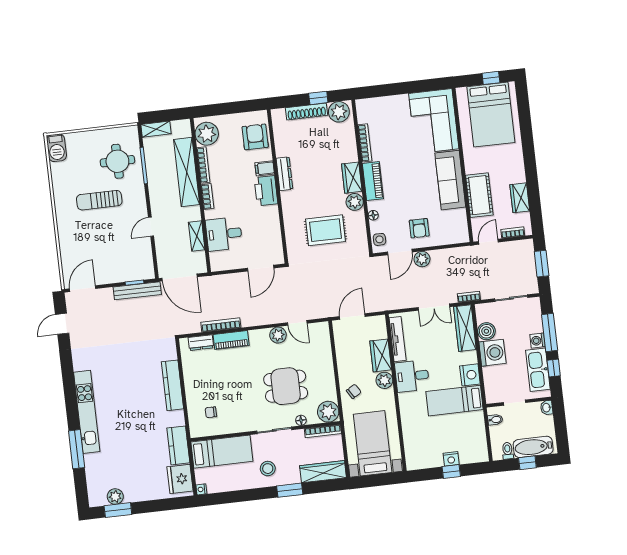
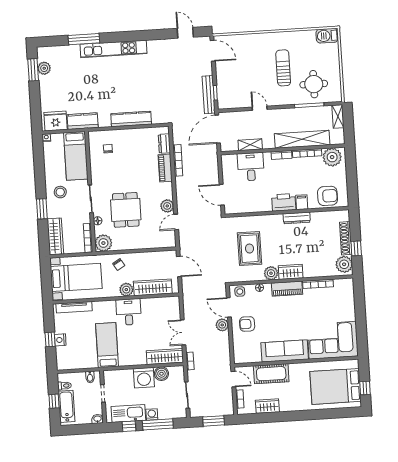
tv unit: (398, 339) -> (74, 307), moved
wardrobe: (381, 355) -> (153, 287), width x1.50
nightstand: (470, 375) -> (127, 359), removed

